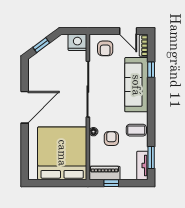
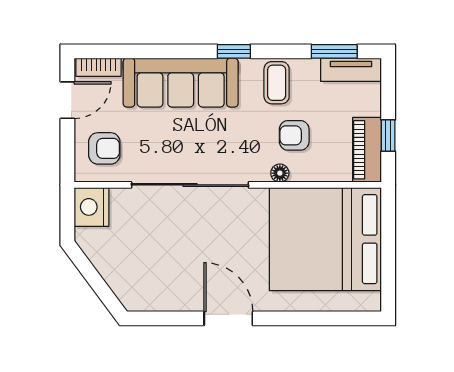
window: (41, 45) -> (97, 283), removed
window: (151, 70) -> (234, 51), moved
door: (25, 107) -> (228, 318), width x0.73

